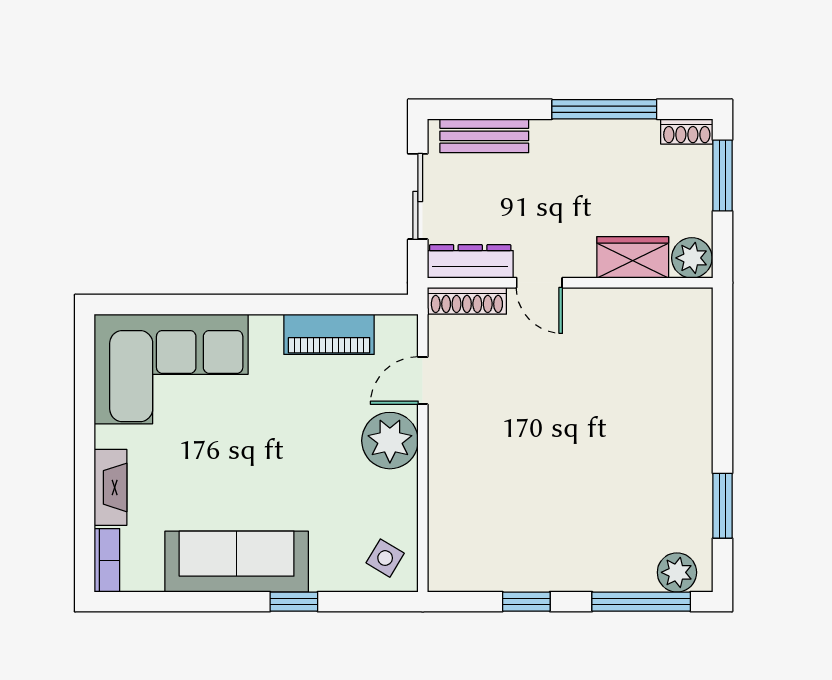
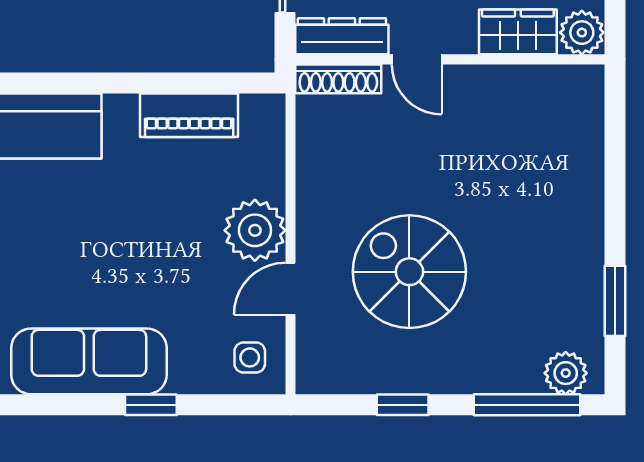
door: (423, 381) -> (290, 289), moved
spiral stairs: (533, 479) -> (409, 272), added
side table: (385, 558) -> (250, 357), turned -31

